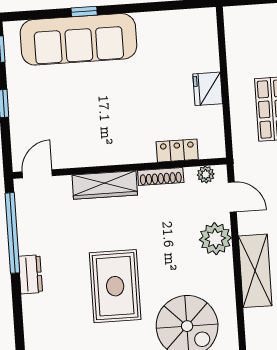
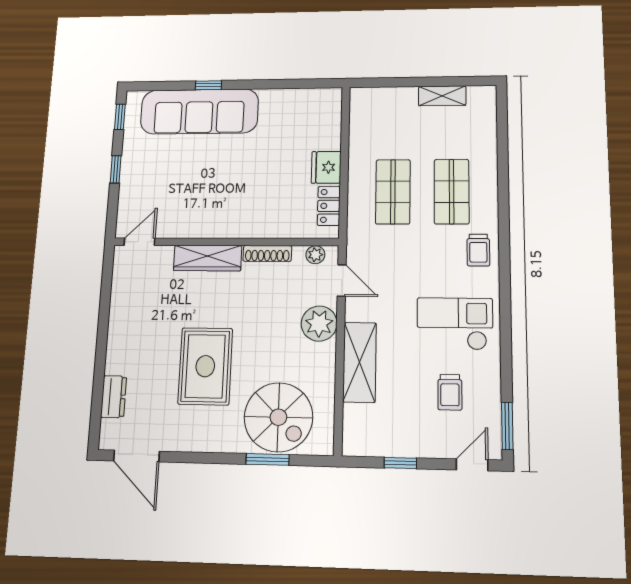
locker: (177, 151) -> (329, 206), moved, turned -90
window: (12, 233) -> (105, 301), removed
dresser: (30, 274) -> (114, 397), moved

